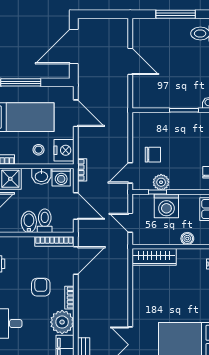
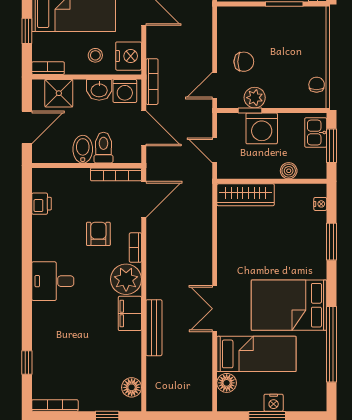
bookcase: (82, 170) -> (152, 82), width x1.56

